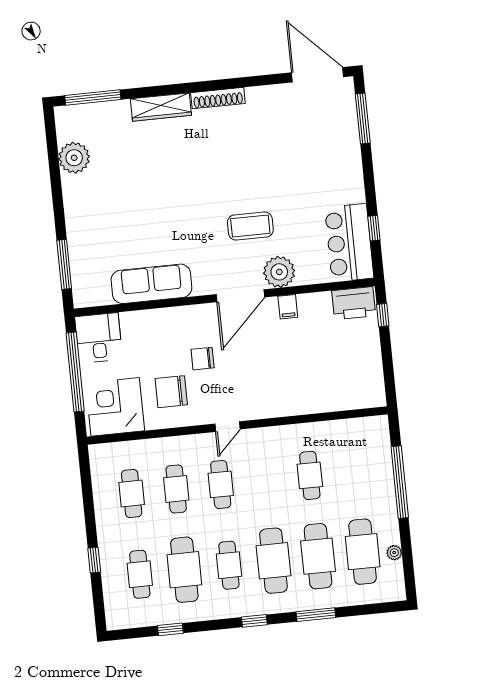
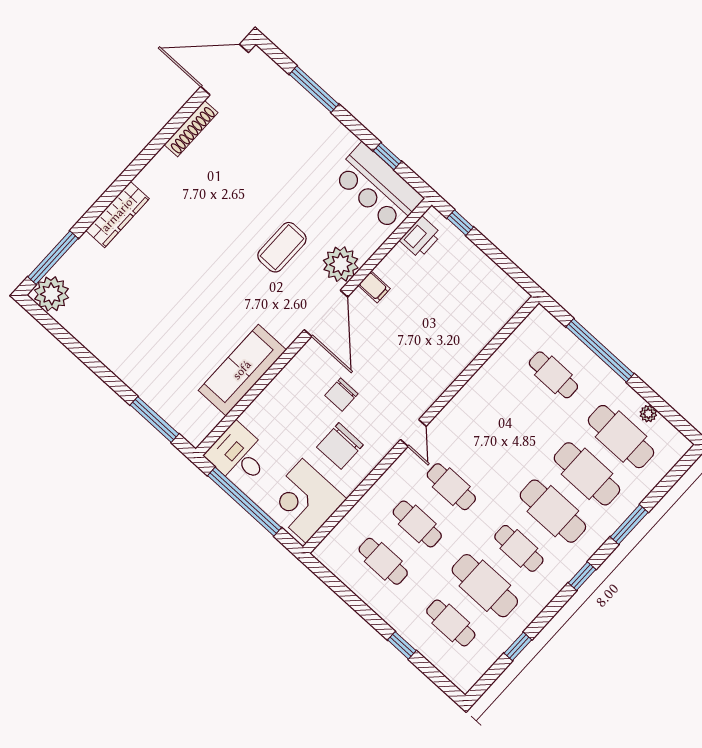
shoe rack: (218, 98) -> (191, 129), moved
window: (363, 118) -> (314, 89), moved
plant: (74, 158) -> (51, 294), moved
printer: (354, 303) -> (421, 237), width x0.73, depth x0.84
cafe table: (310, 475) -> (553, 375), moved

